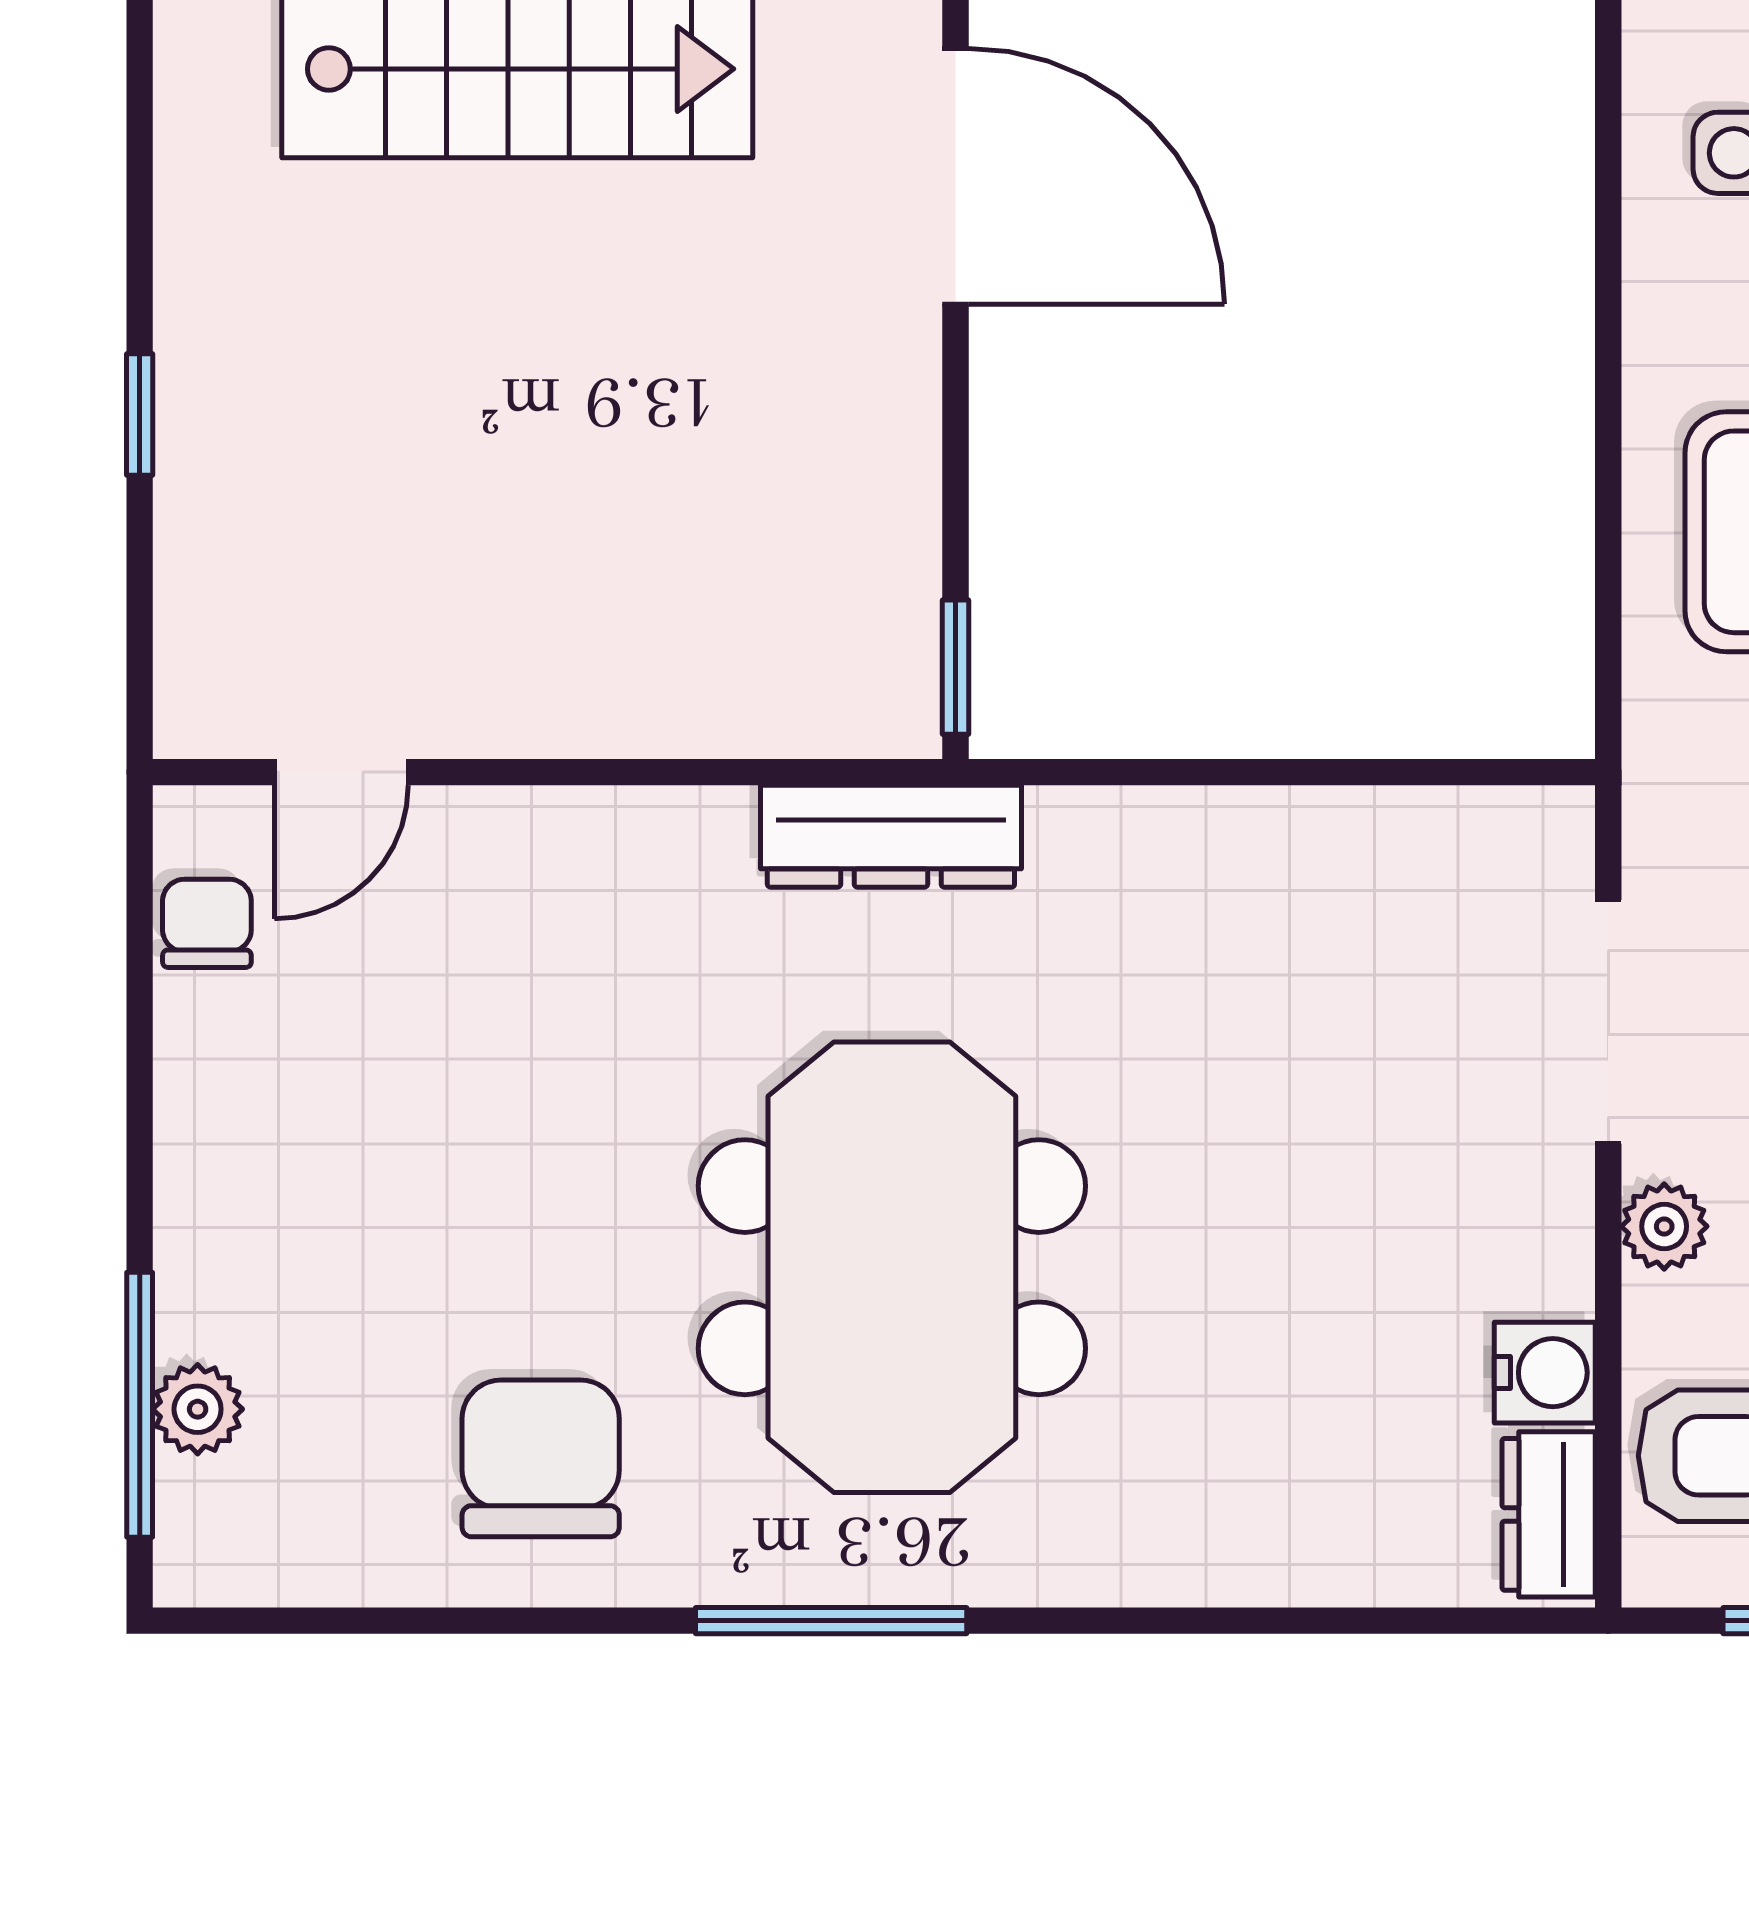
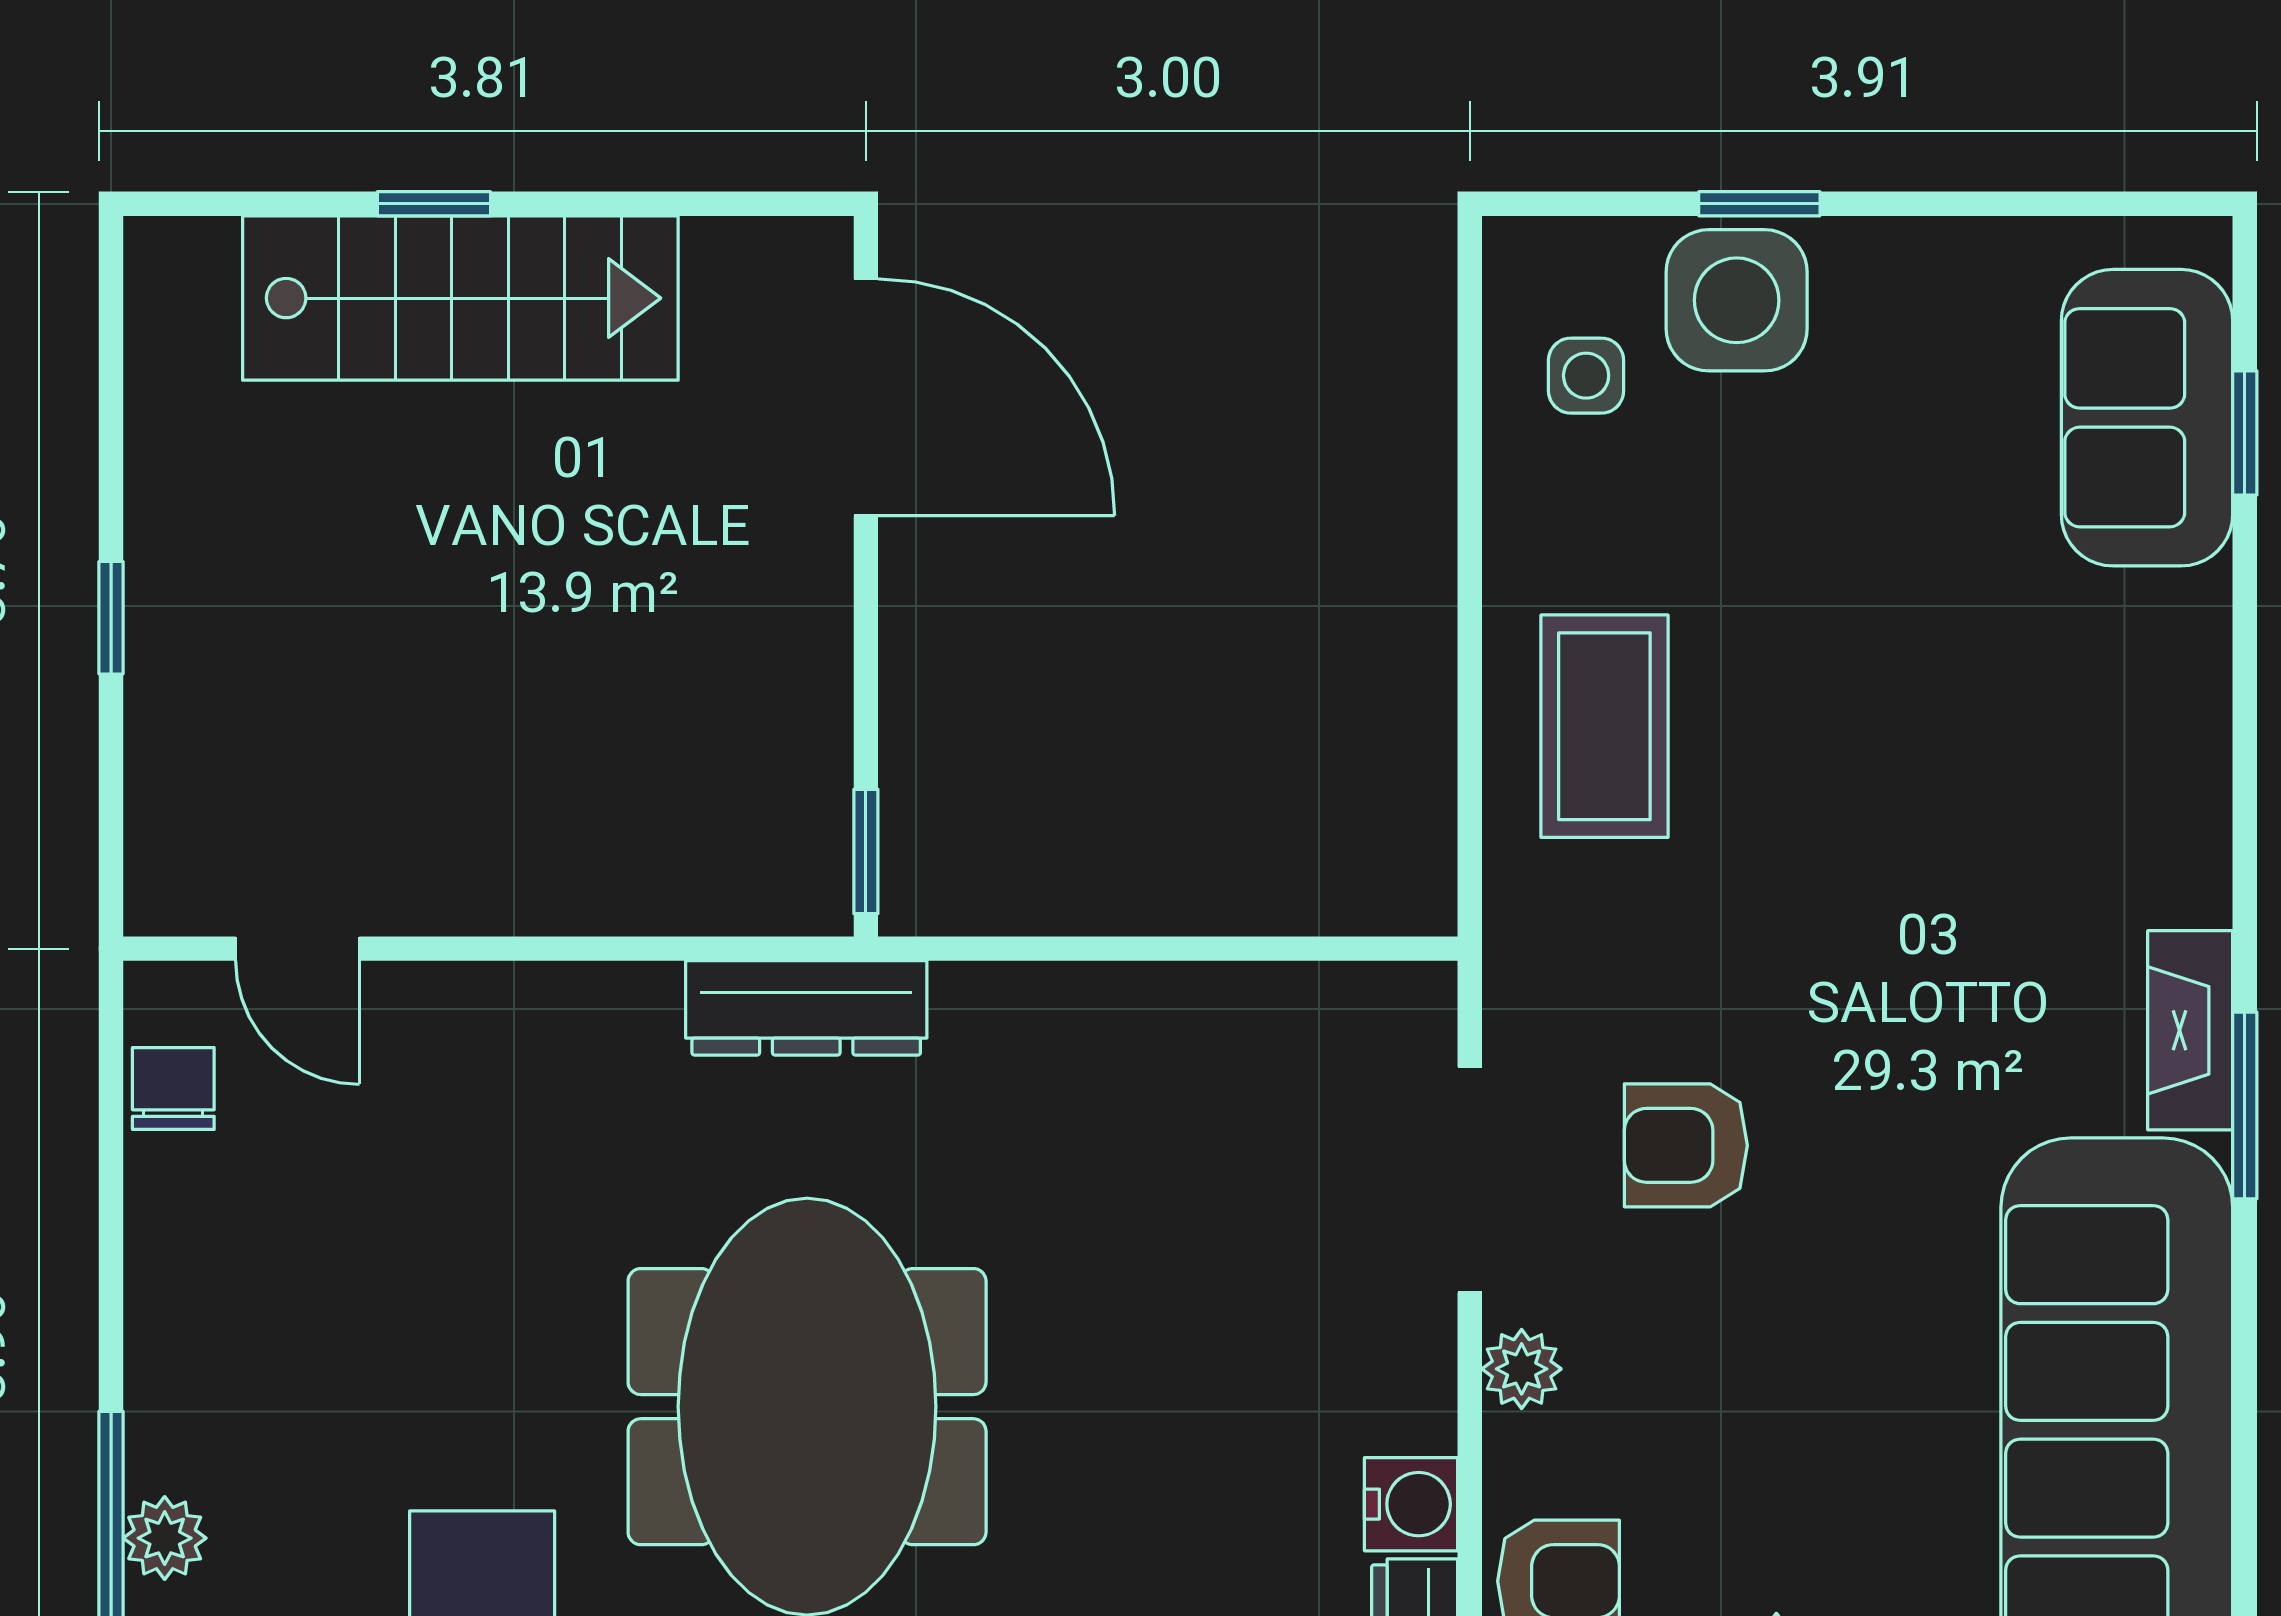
door: (341, 772) -> (298, 949), hinge flipped

